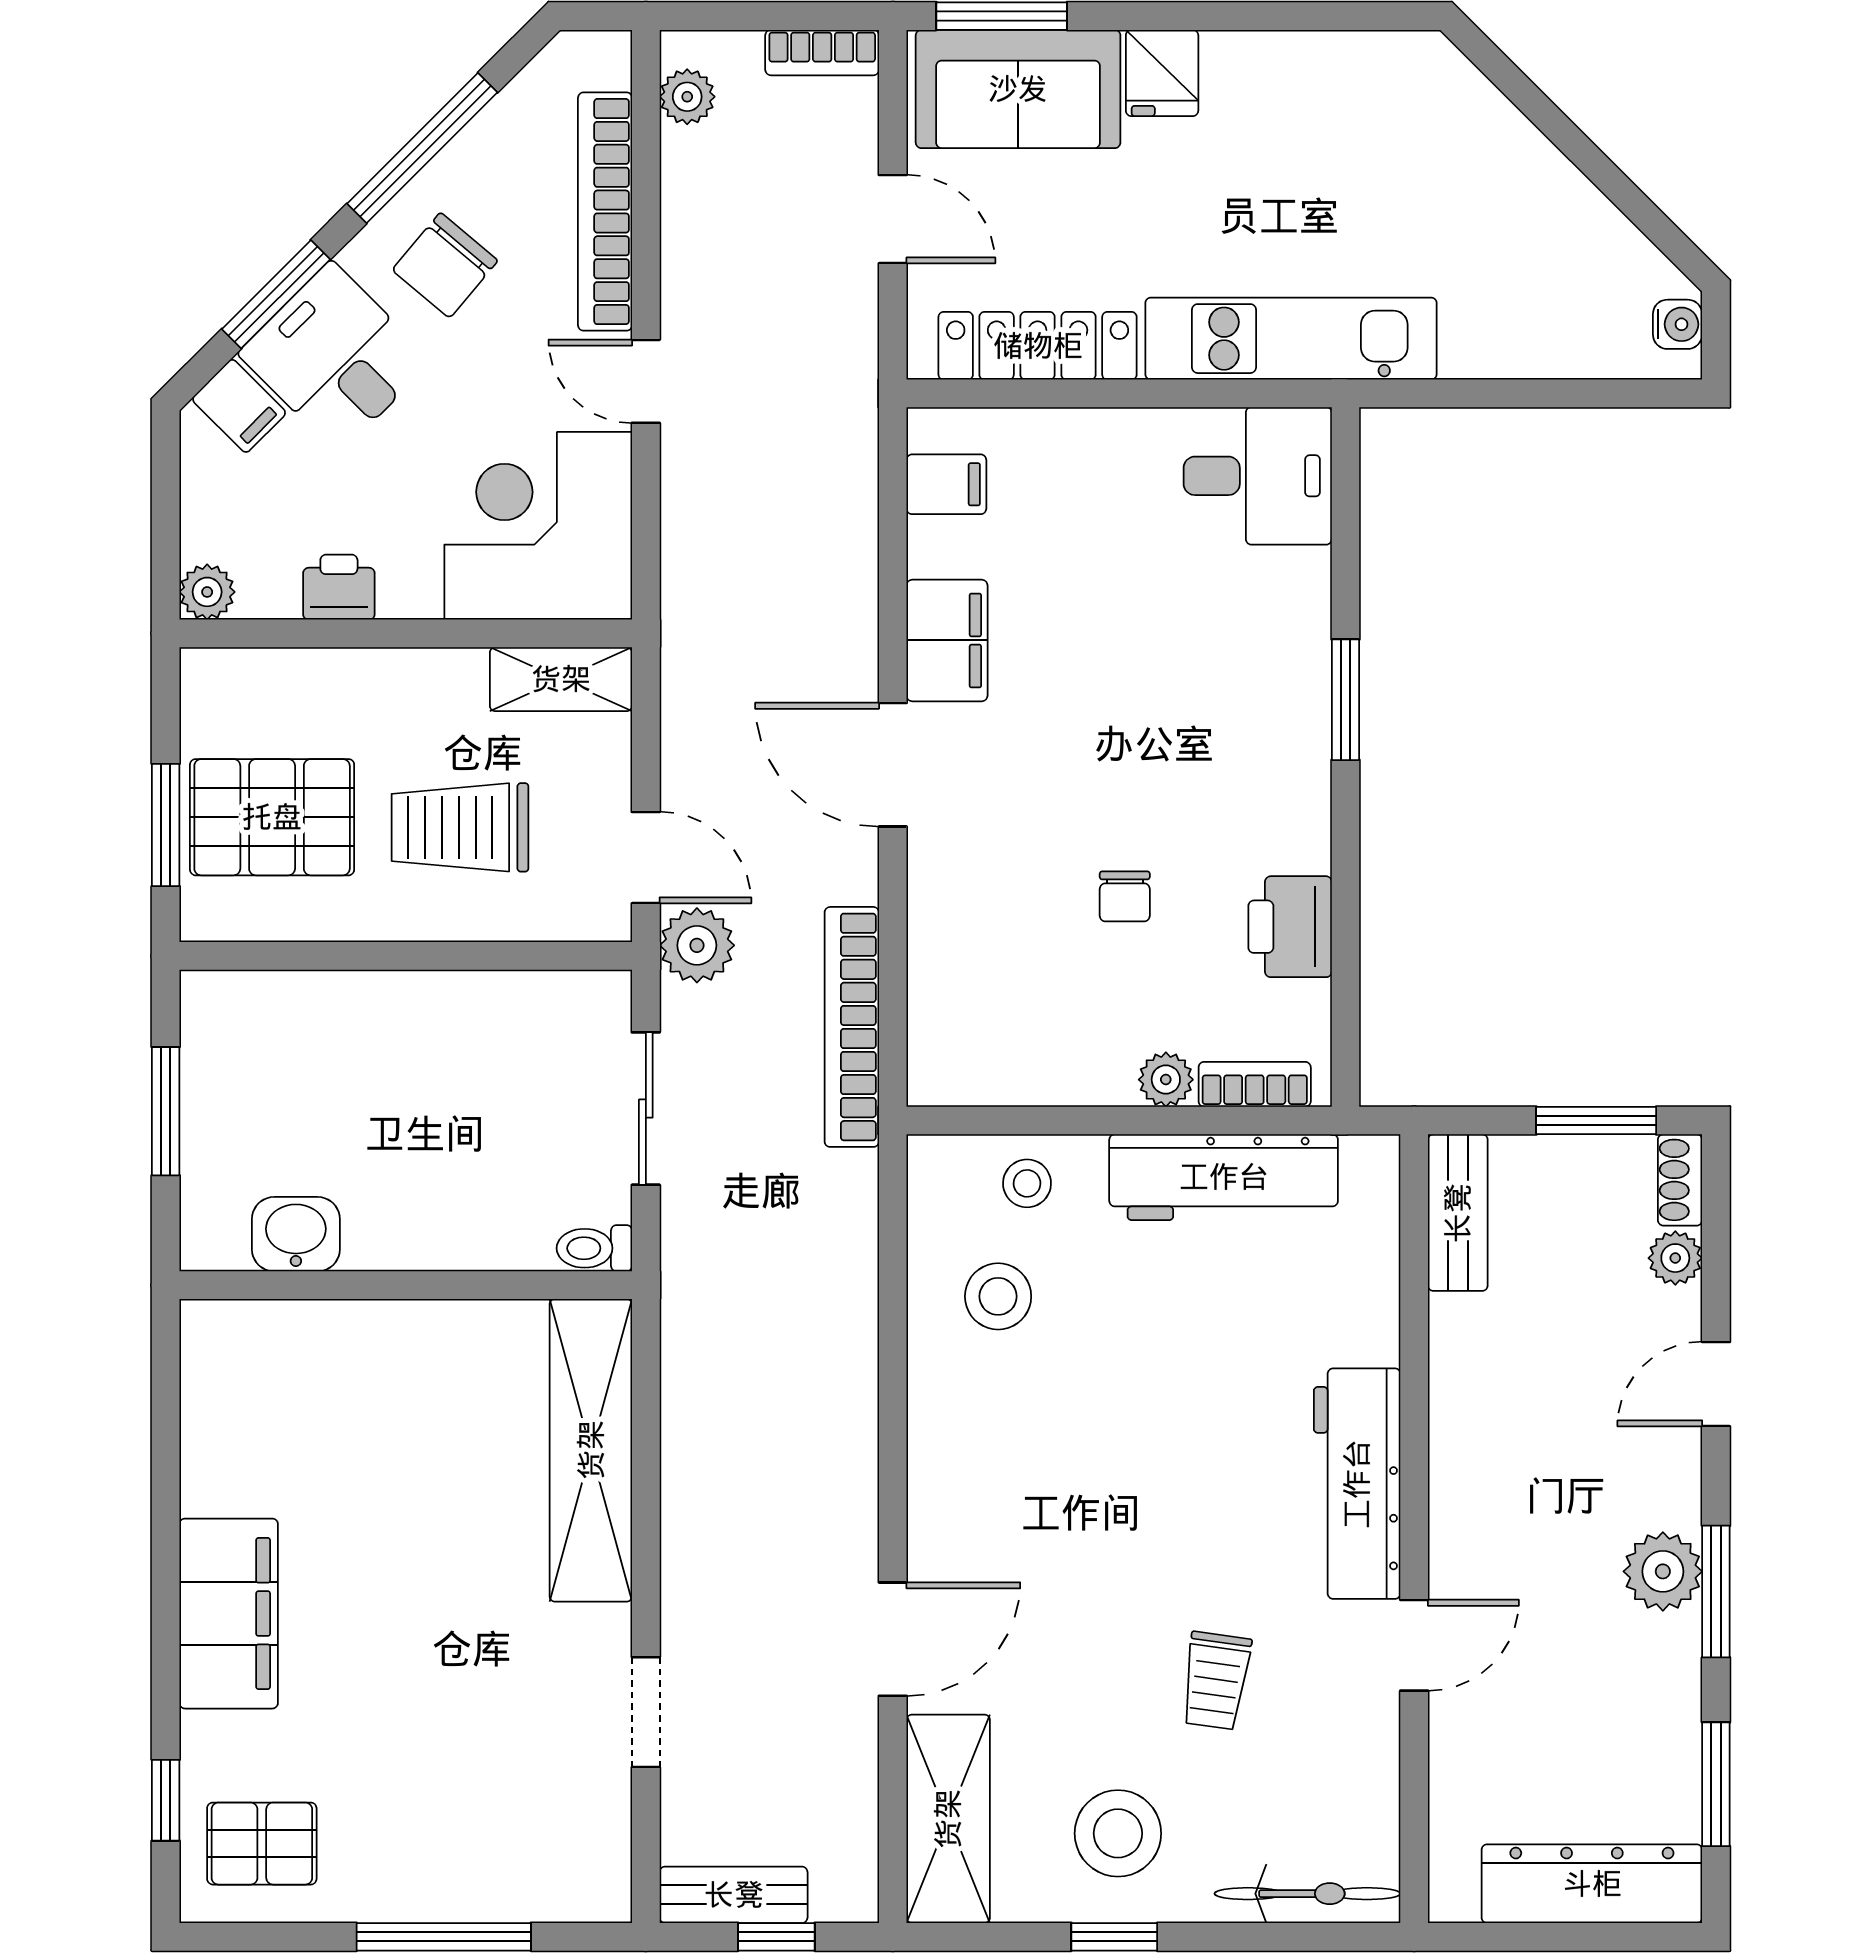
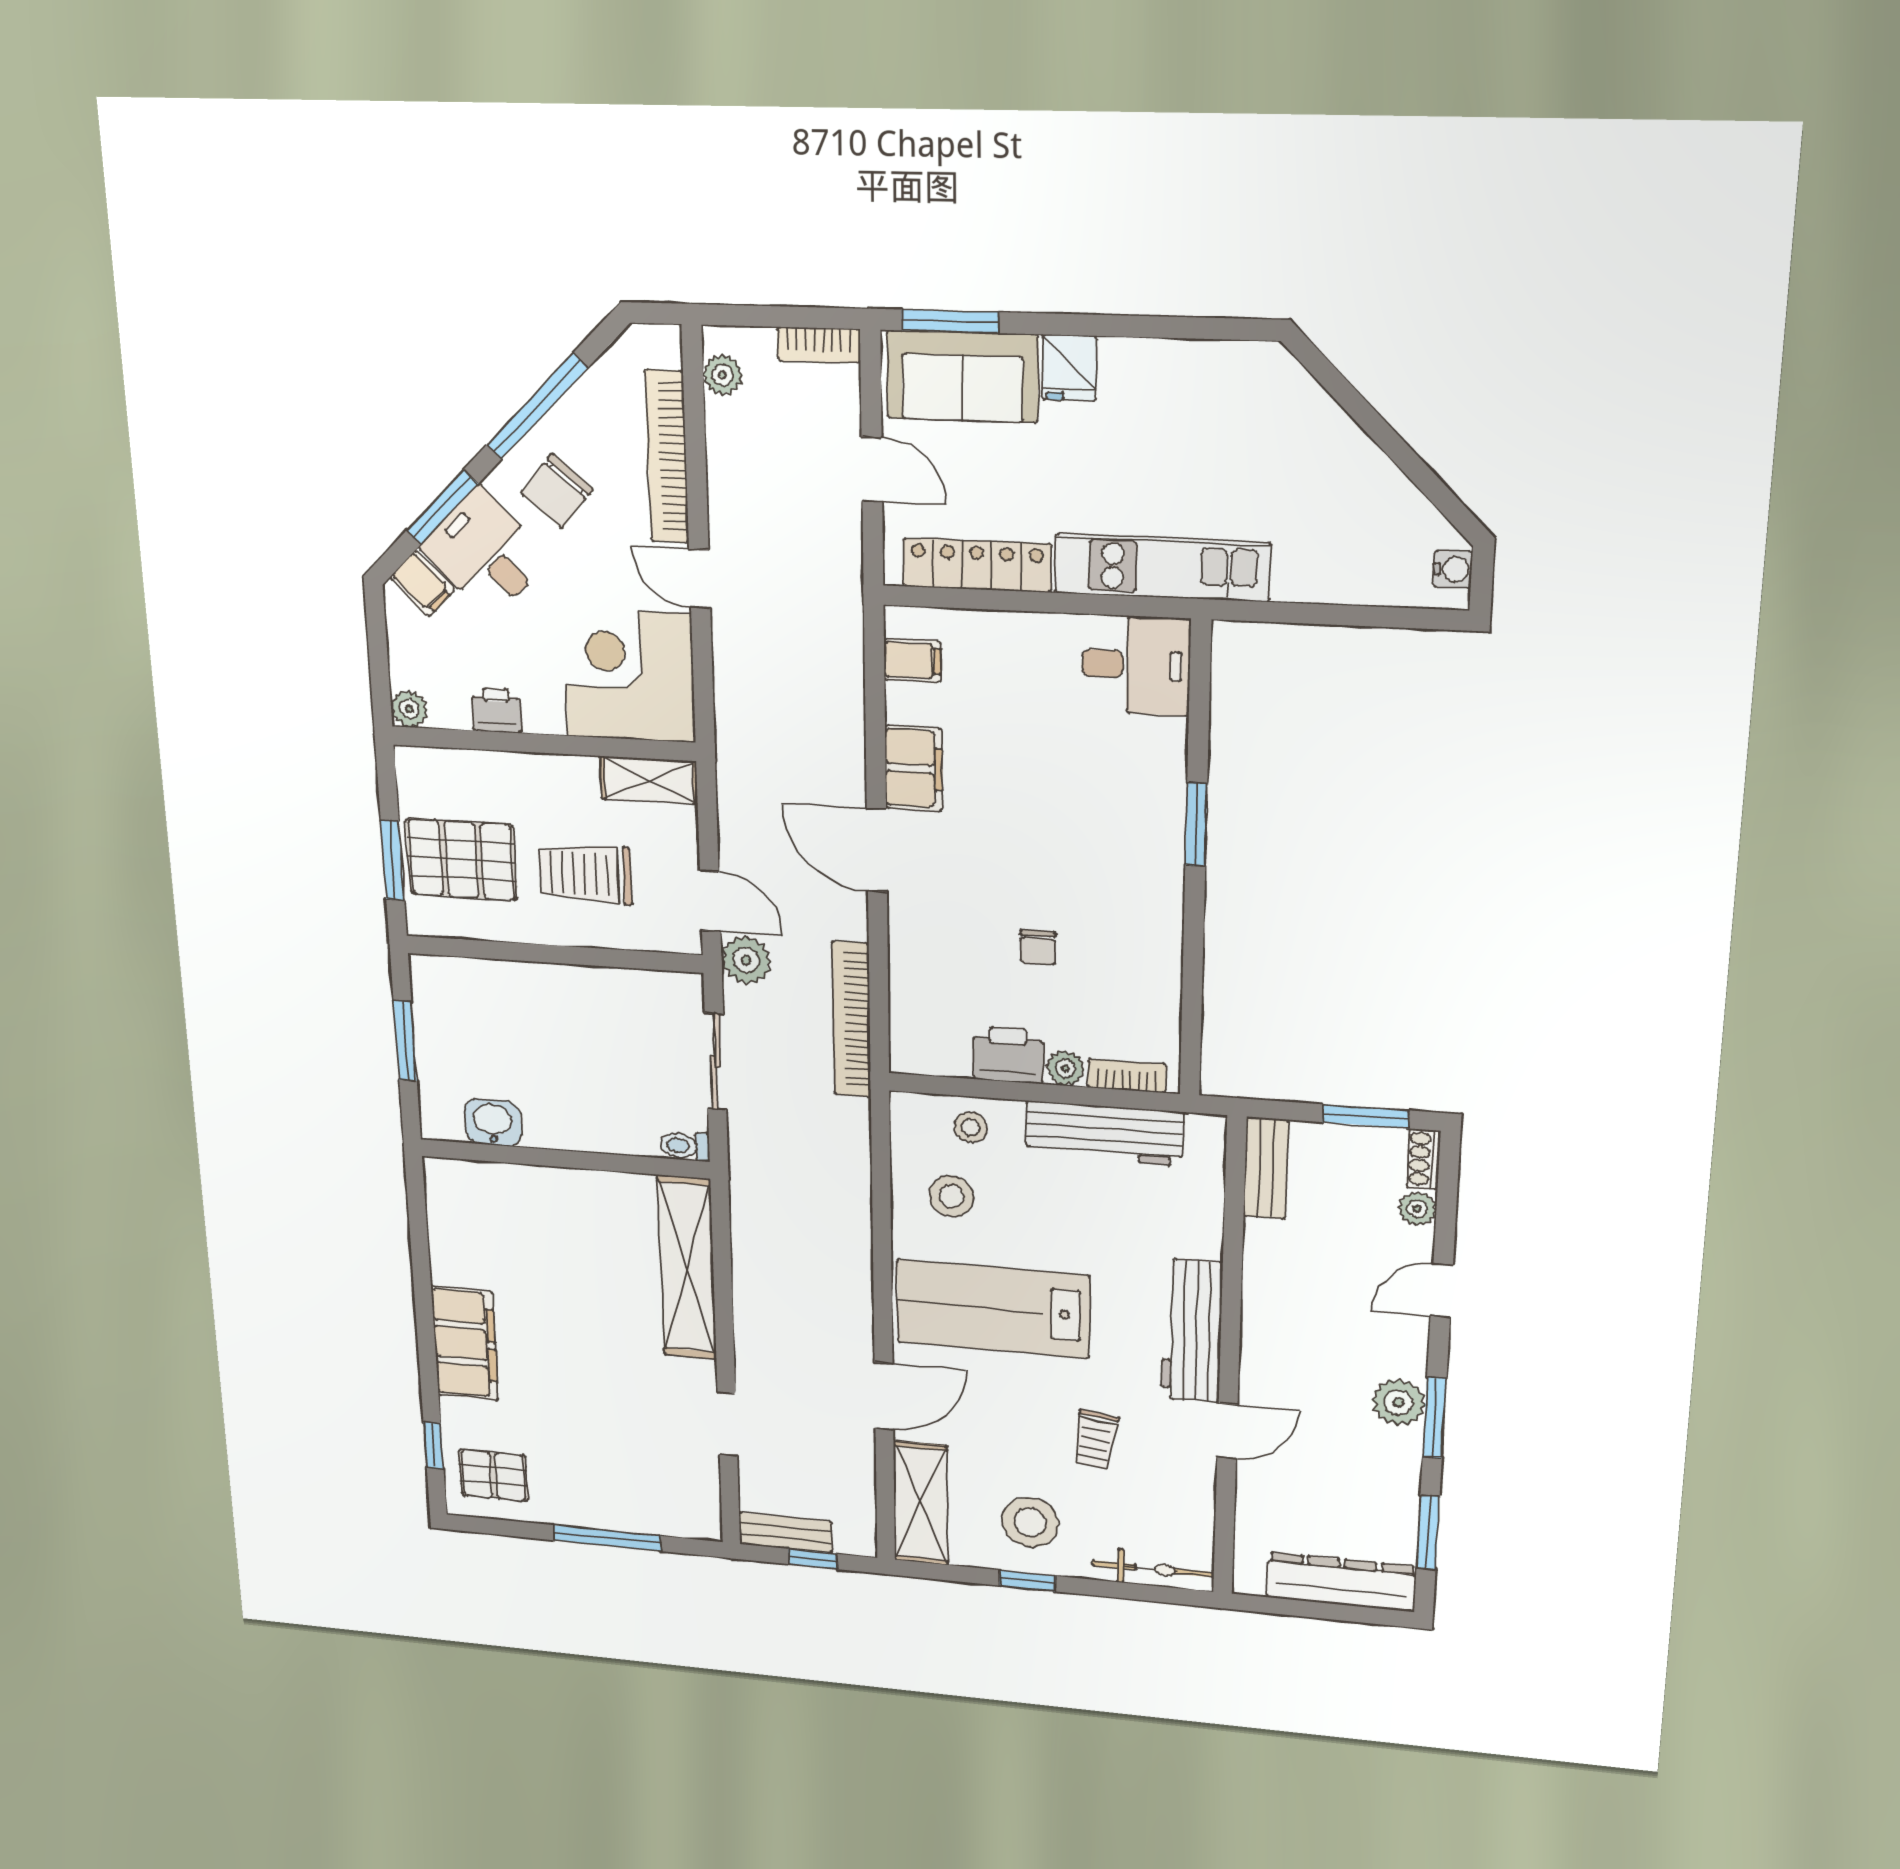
printer: (1290, 927) -> (1008, 1055), moved, turned 90
lab bench: (1060, 1475) -> (993, 1309), added

